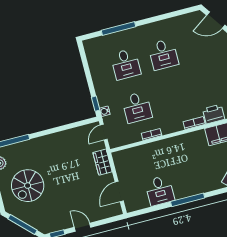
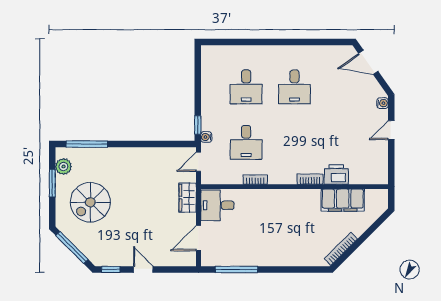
window: (119, 29) -> (249, 42), removed
desk: (160, 191) -> (217, 205), moved, turned 90
window: (188, 200) -> (236, 269), moved

